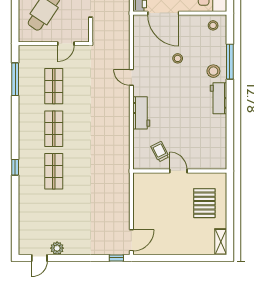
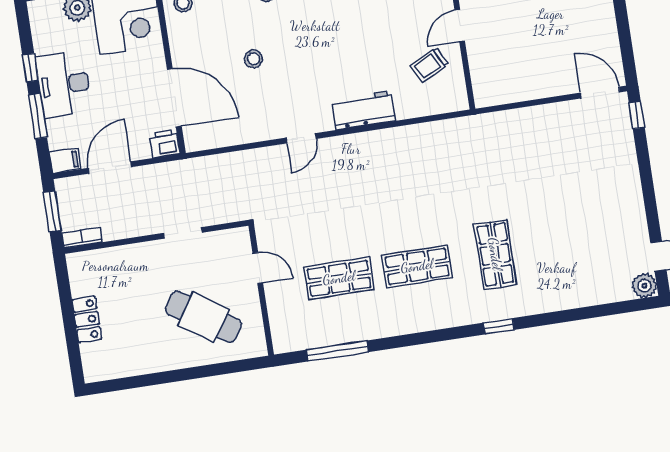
door: (163, 13) -> (174, 98), hinge flipped
shop shelf: (54, 171) -> (495, 254), turned 90
plant: (57, 248) -> (644, 286), moved

